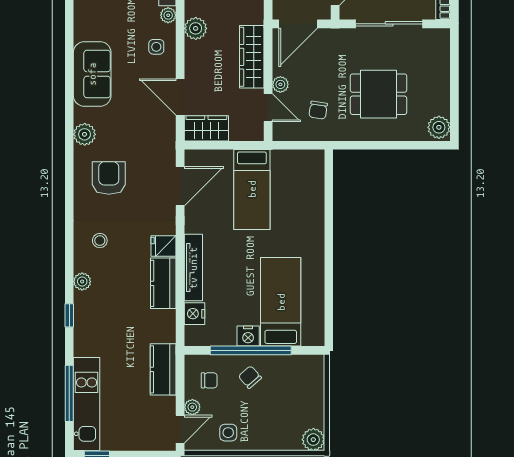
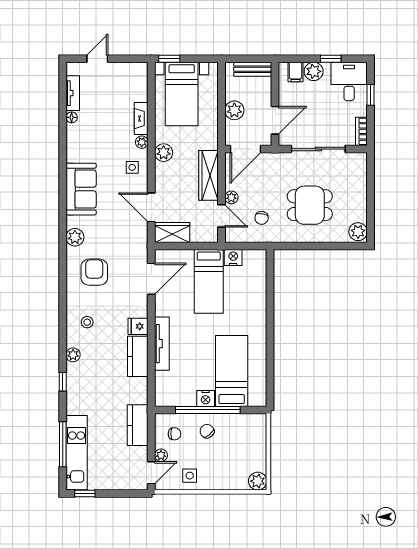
nightstand: (194, 314) -> (233, 257), moved, turned 90

